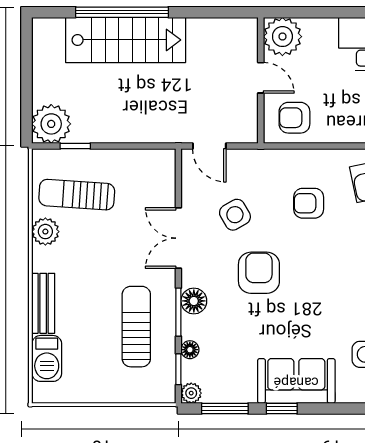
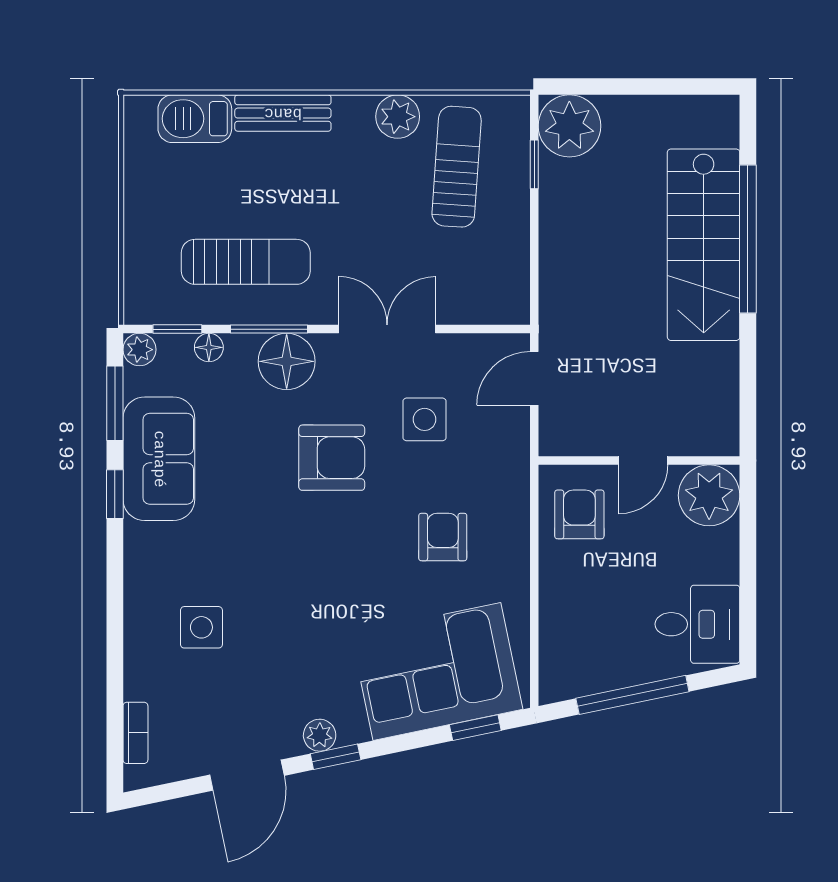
side table: (235, 215) -> (425, 419), turned 30
floor lamp: (194, 301) -> (287, 361), width x1.38, depth x1.38
sofa: (296, 381) -> (159, 459), moved

